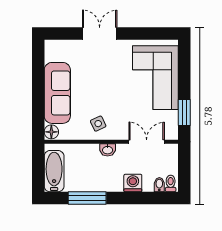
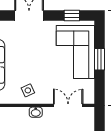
window: (151, 34) -> (72, 15), added
window: (184, 113) -> (100, 59), moved

